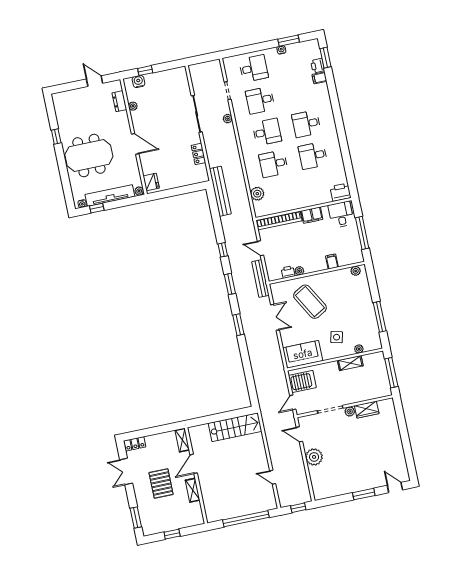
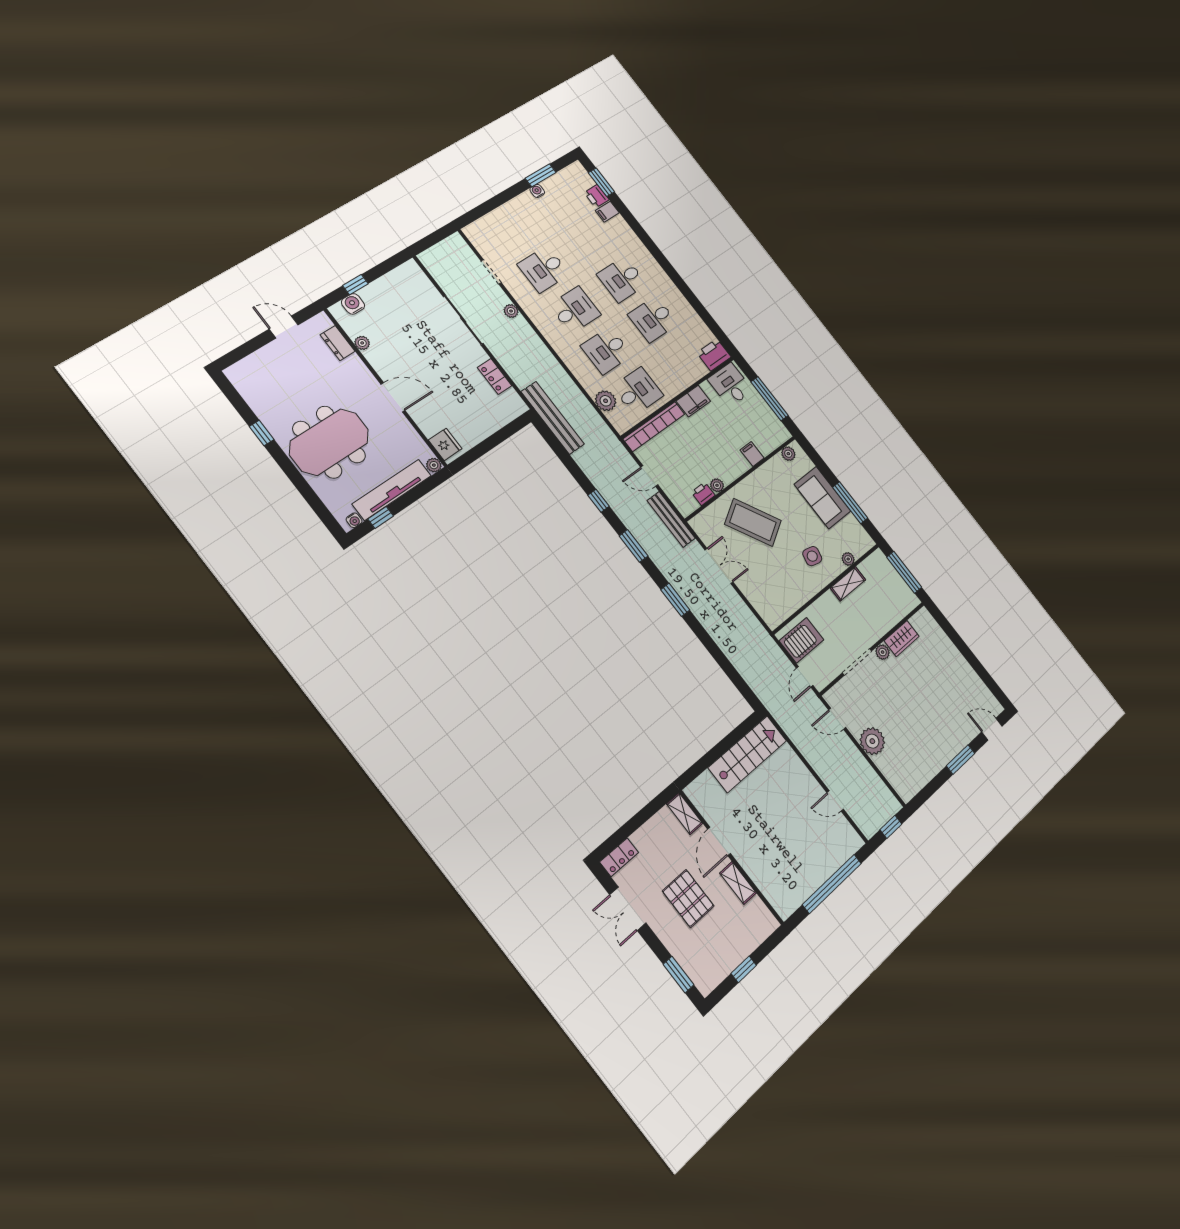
desk: (254, 68) -> (638, 391), moved
sofa: (303, 354) -> (822, 498), moved, turned -90

